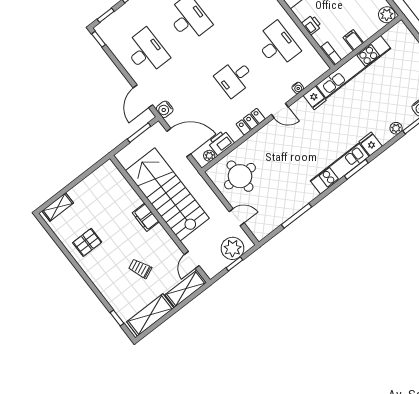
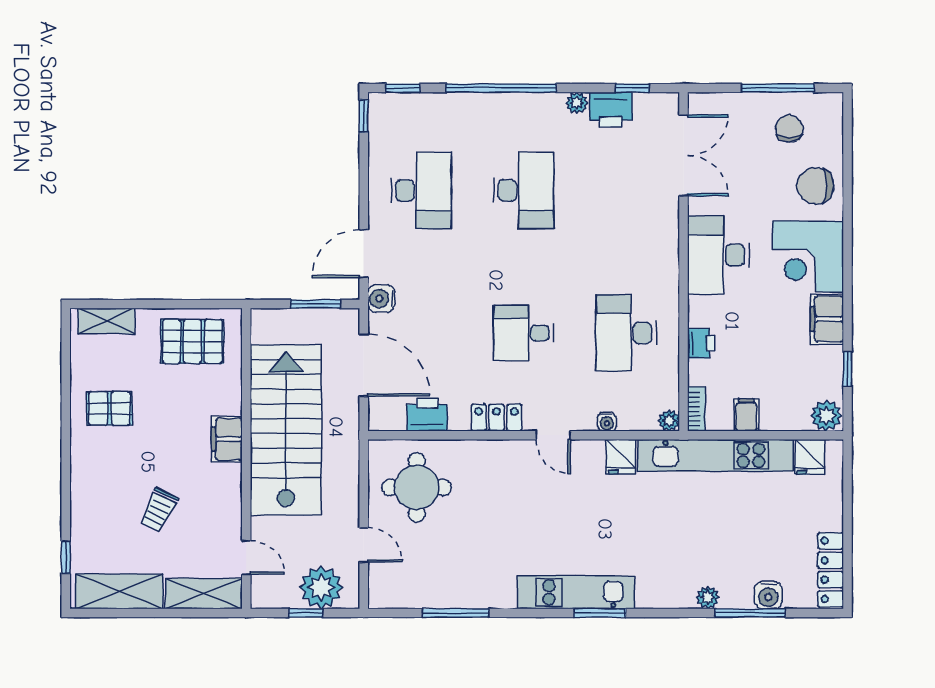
desk: (277, 45) -> (626, 333), turned 180
fridge: (371, 144) -> (810, 457), moved, turned 180
plant: (209, 156) -> (669, 421), moved
pallet: (100, 188) -> (192, 341), added
door: (192, 260) -> (246, 557), swing flipped
trolley: (140, 269) -> (159, 510), turned -130

